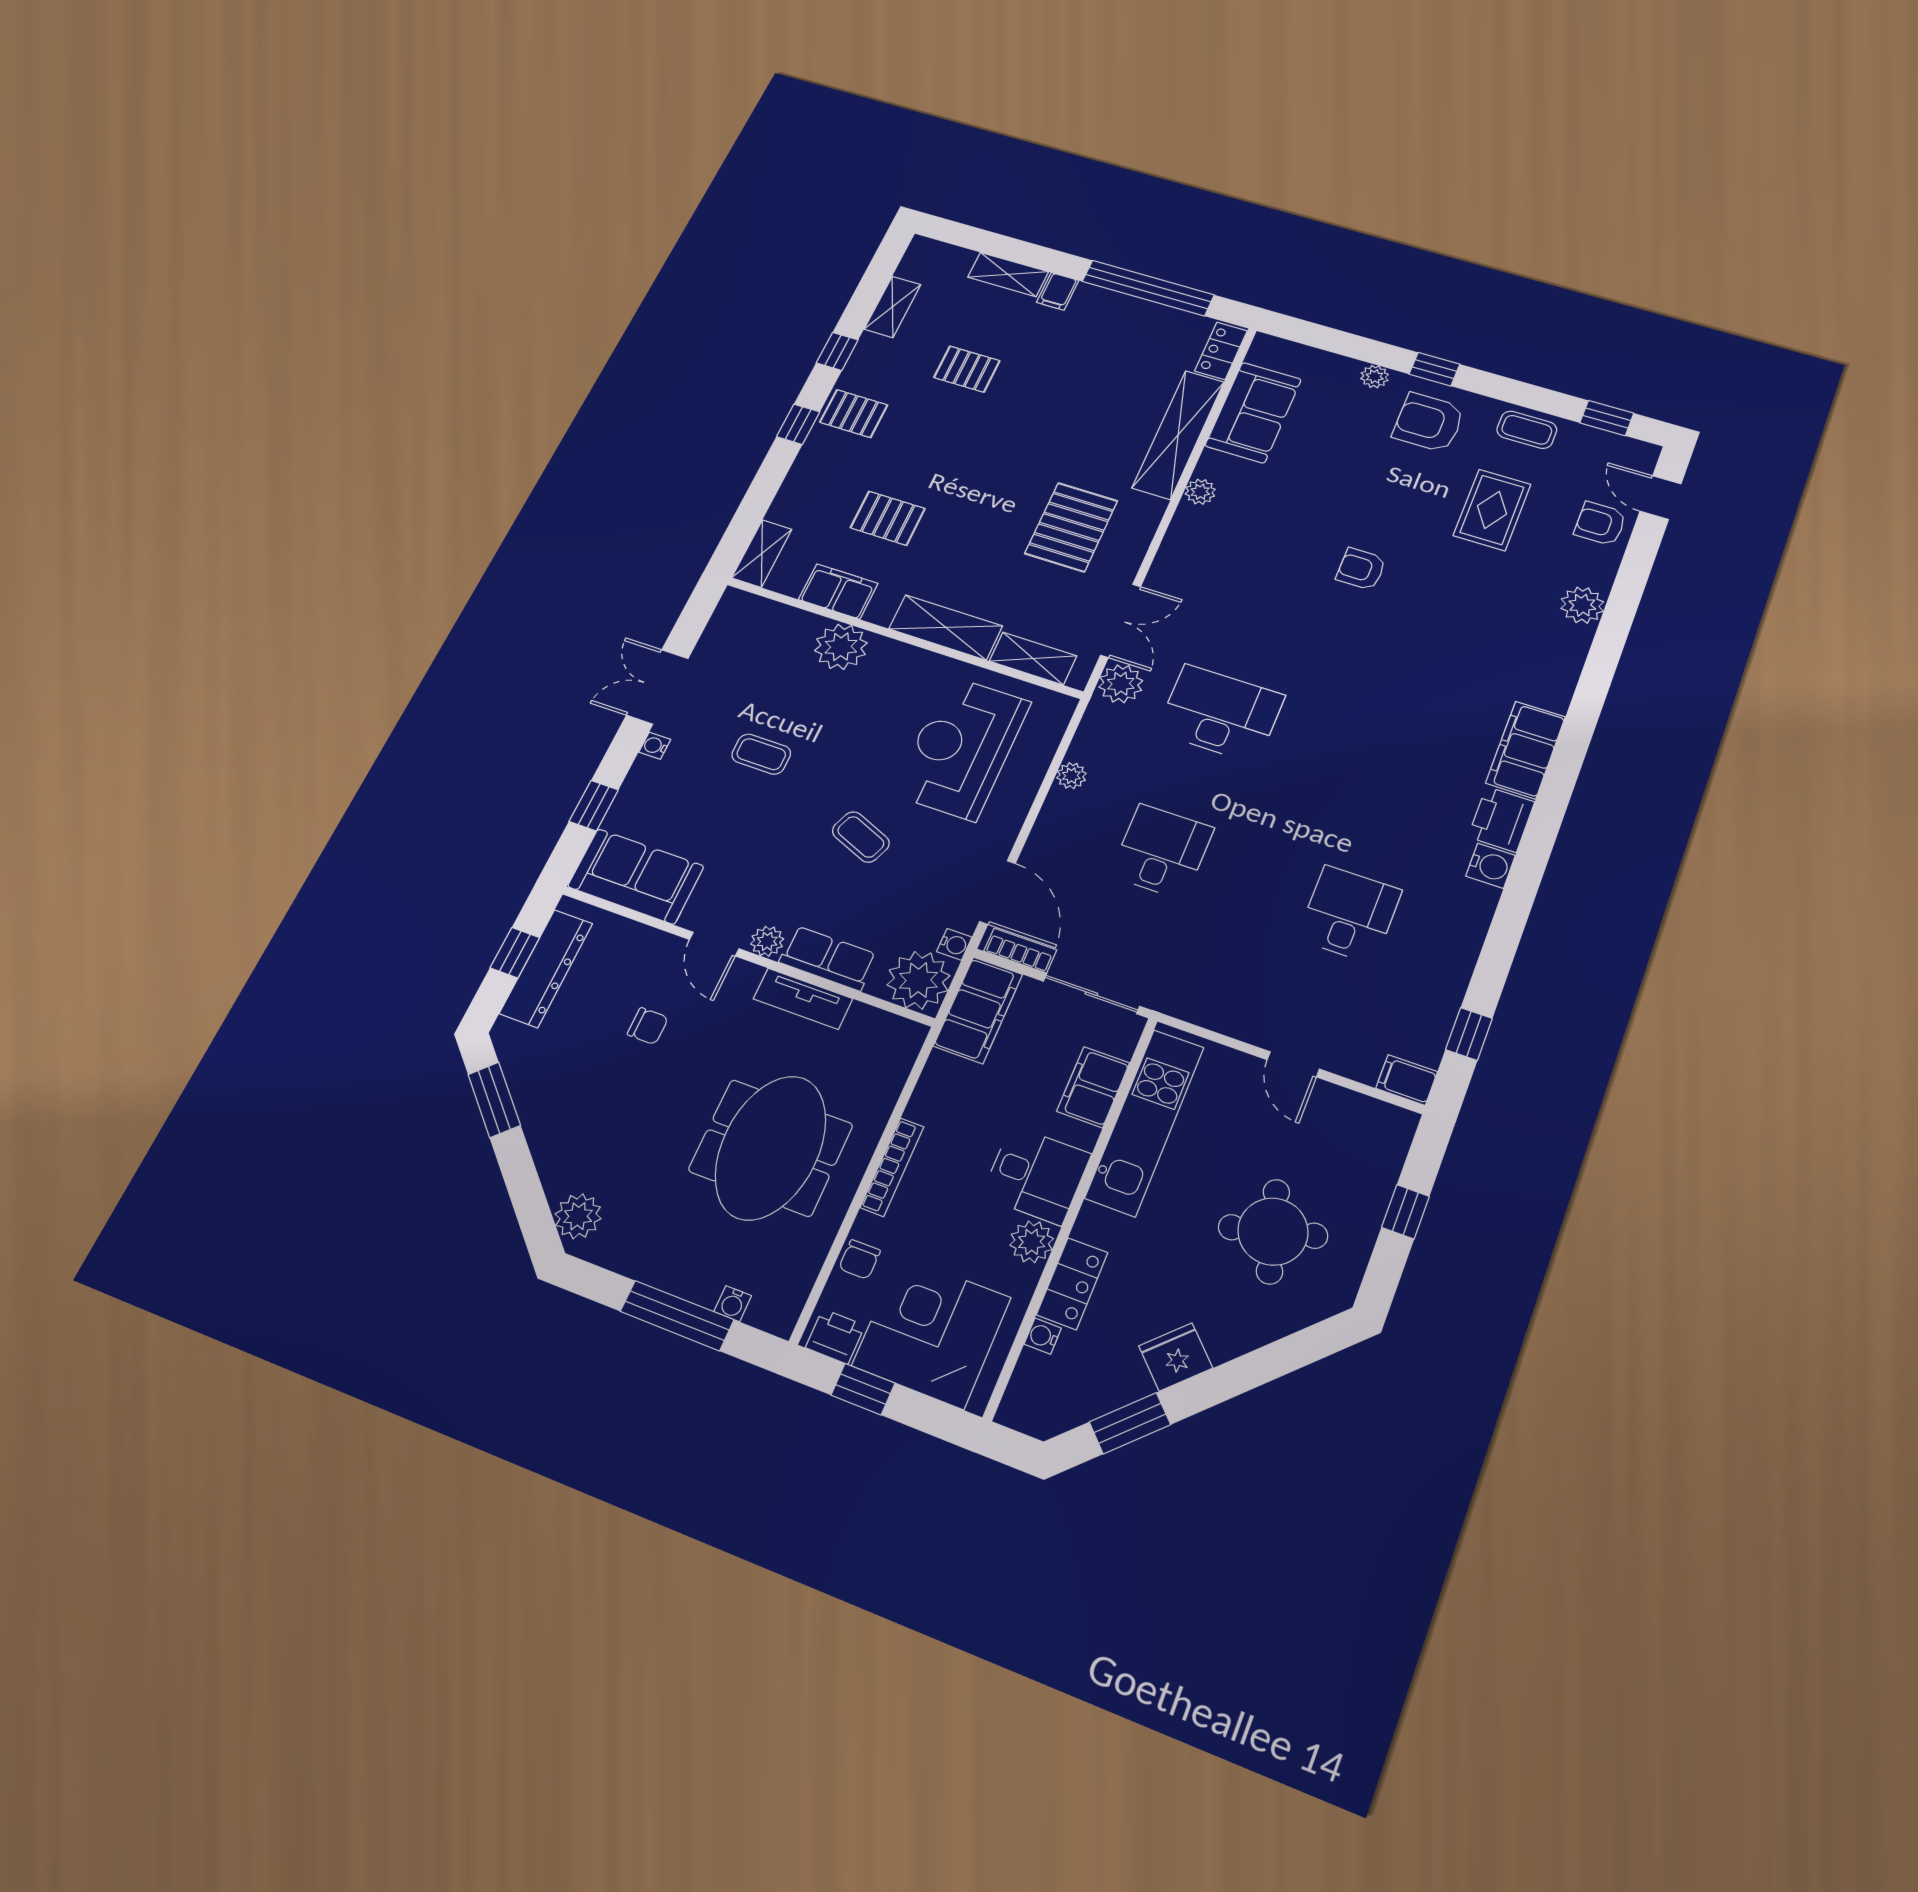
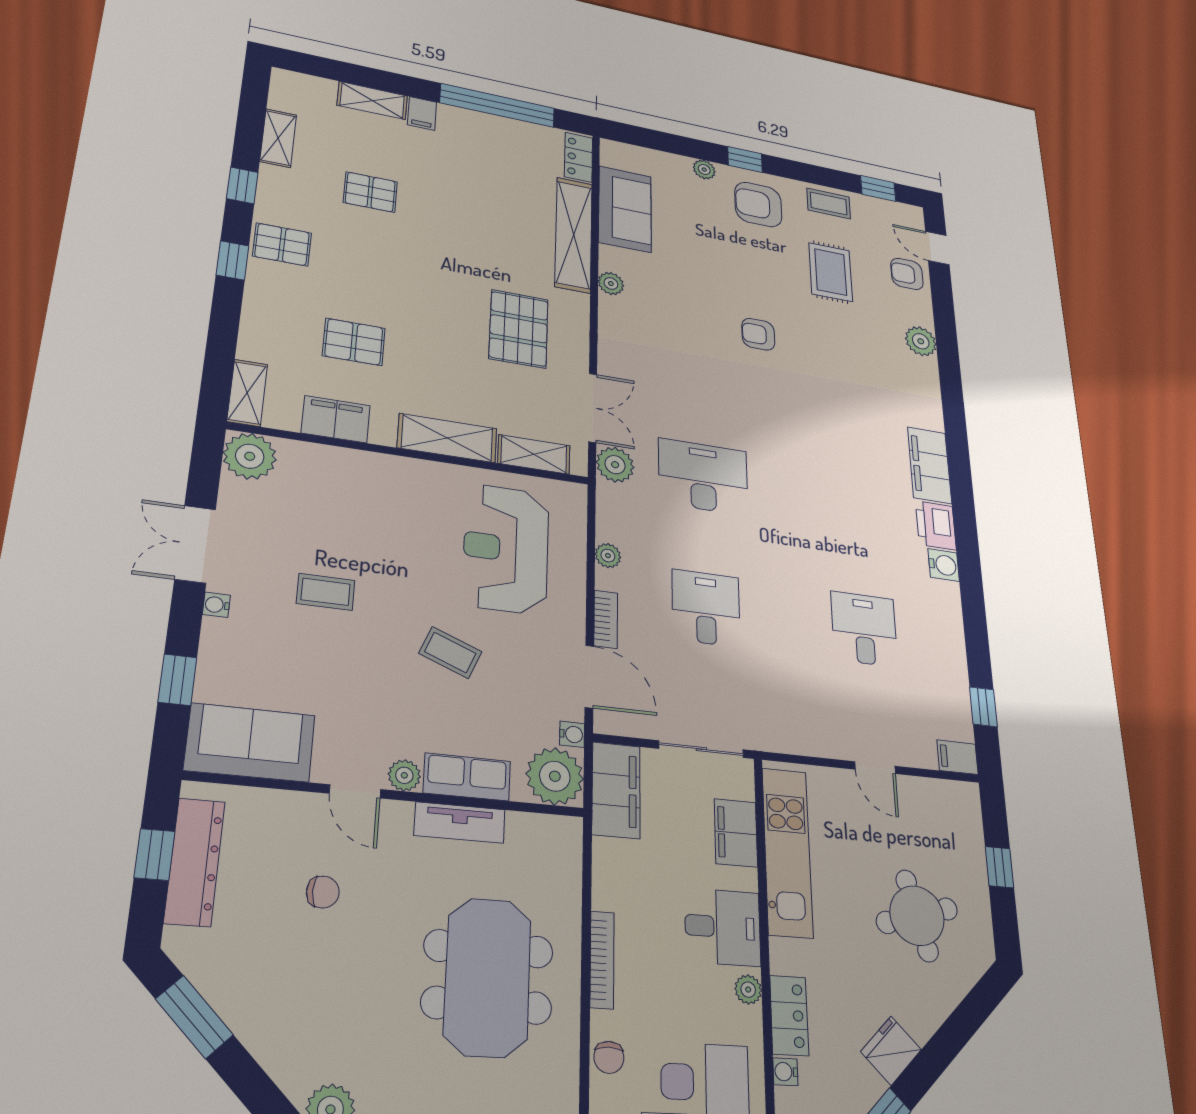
plant: (841, 647) -> (250, 456), moved
bookcase: (1020, 950) -> (606, 619), moved, turned 90
plant: (1032, 1242) -> (748, 990), width x0.73, depth x0.73

